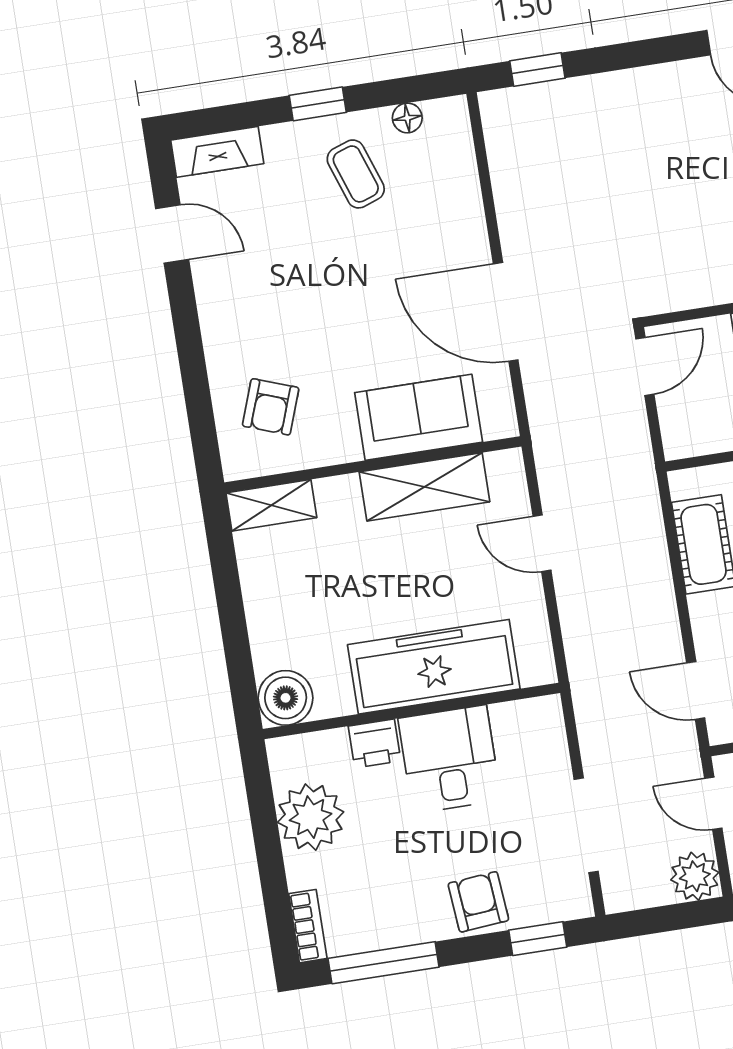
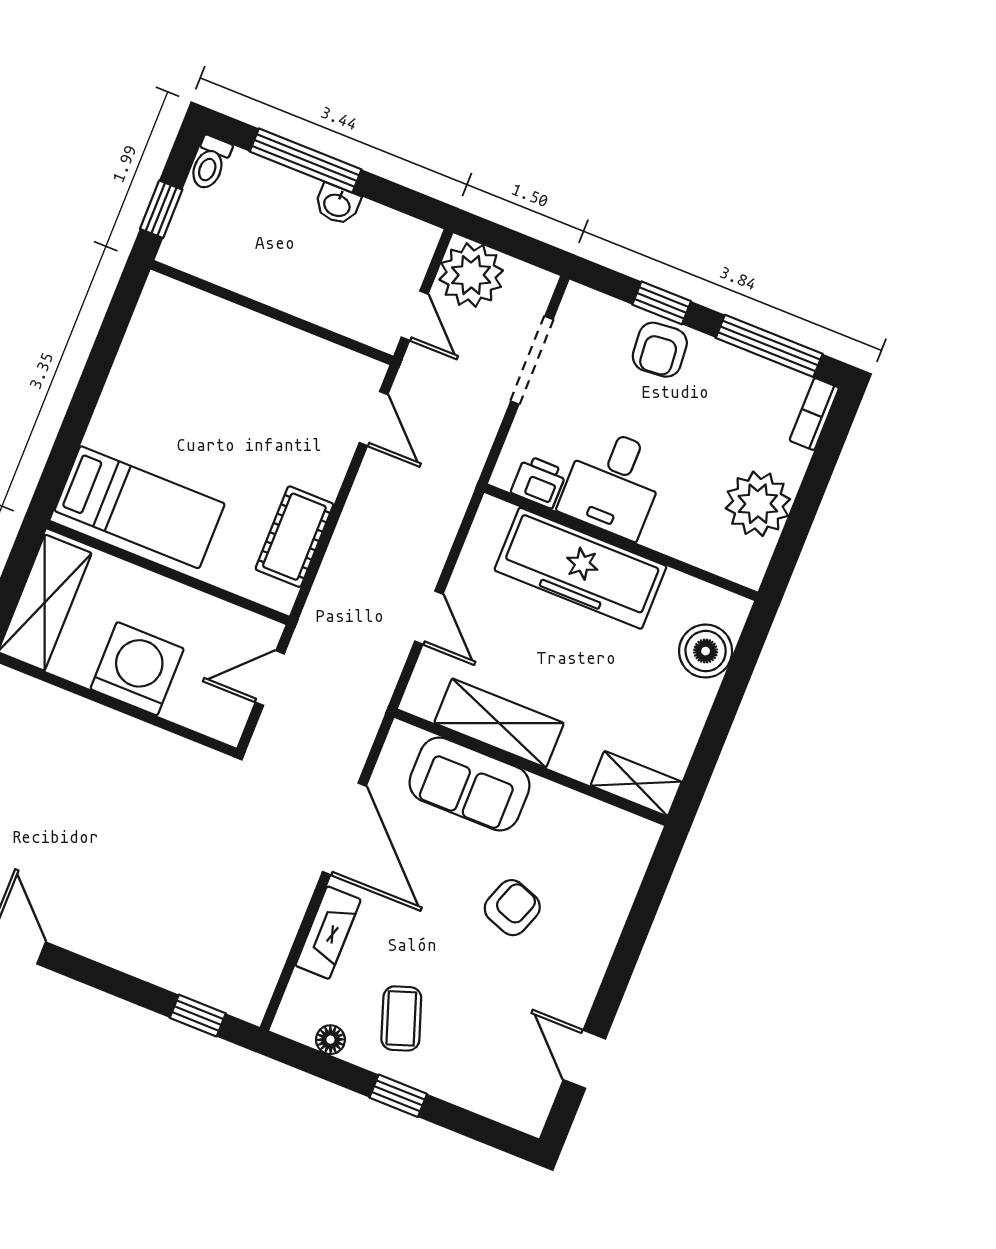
fireplace: (217, 152) -> (328, 933), moved, turned 90
door: (645, 367) -> (270, 678), moved
armchair: (271, 407) -> (512, 908), moved
boiler: (286, 698) -> (706, 651), moved
printer: (375, 743) -> (539, 482), moved
plant: (695, 876) -> (471, 275), width x1.36, depth x1.36
window: (538, 939) -> (662, 303), moved

